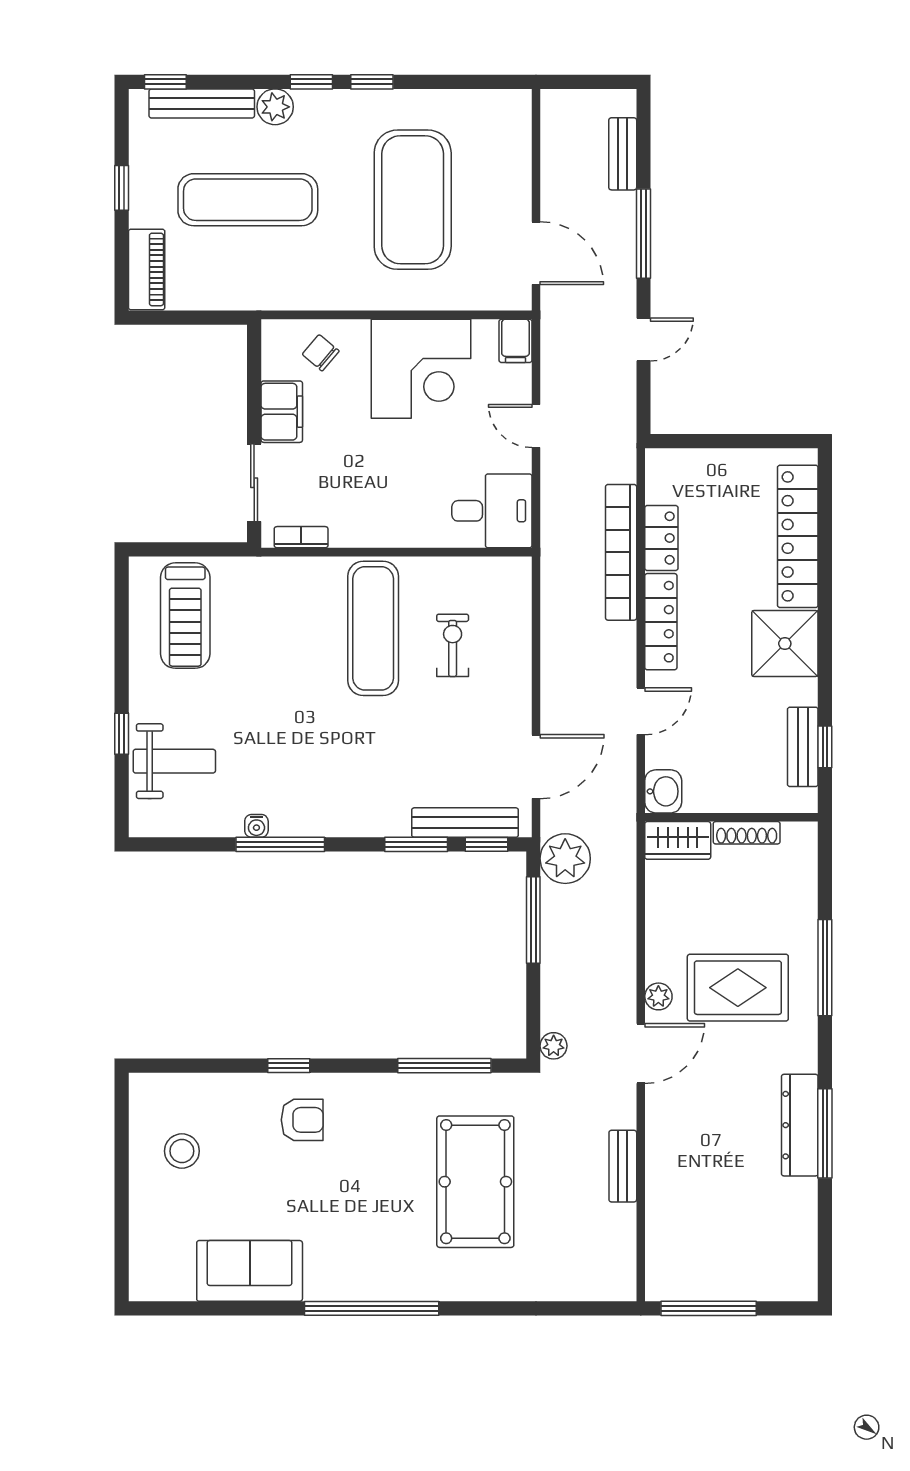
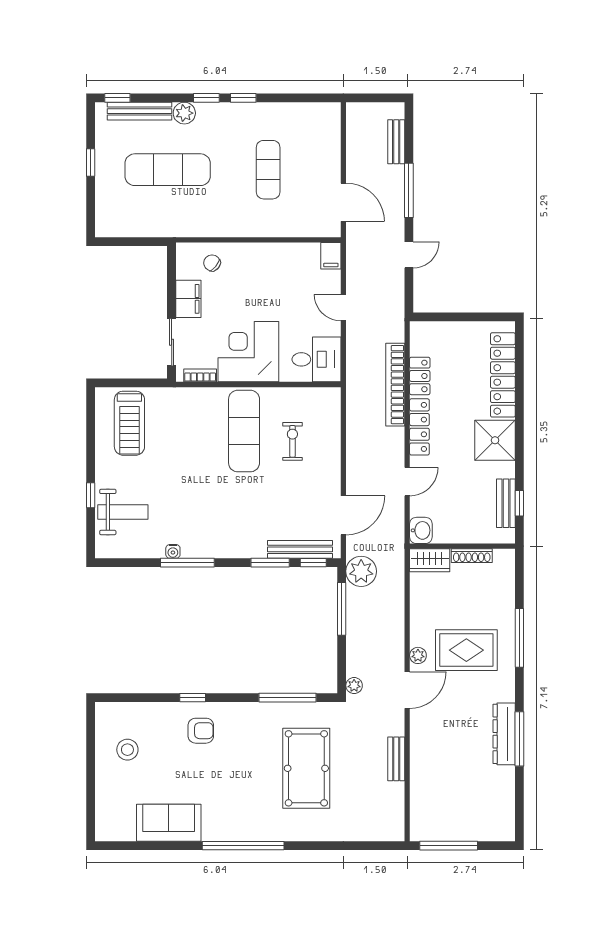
exercise mat: (413, 200) -> (268, 170), width x0.50, depth x0.69
piano: (147, 269) -> (106, 212), removed
corner desk: (421, 369) -> (248, 352), moved, turned 180

